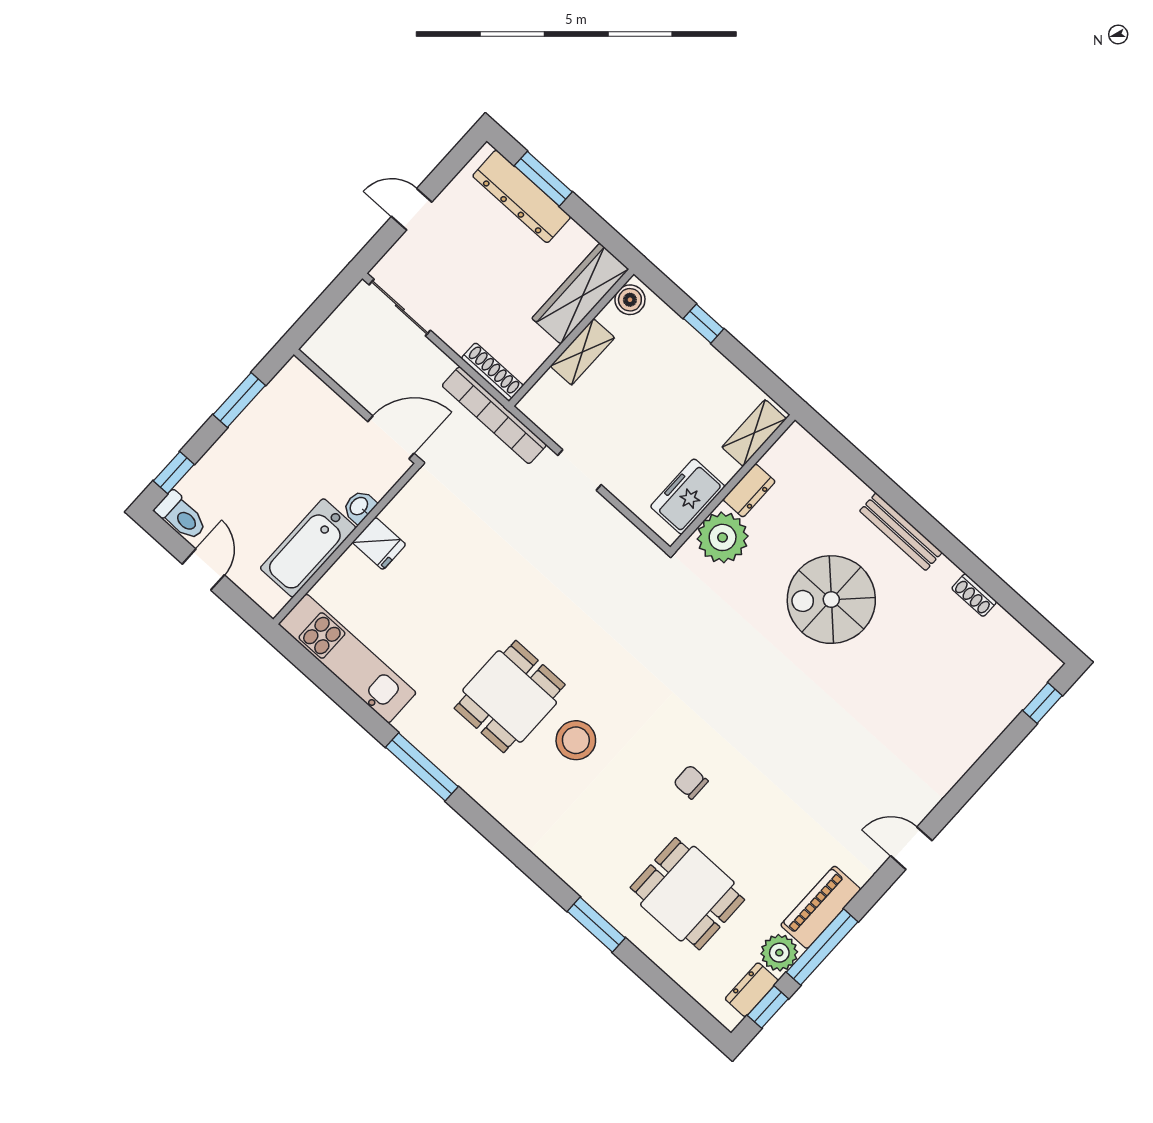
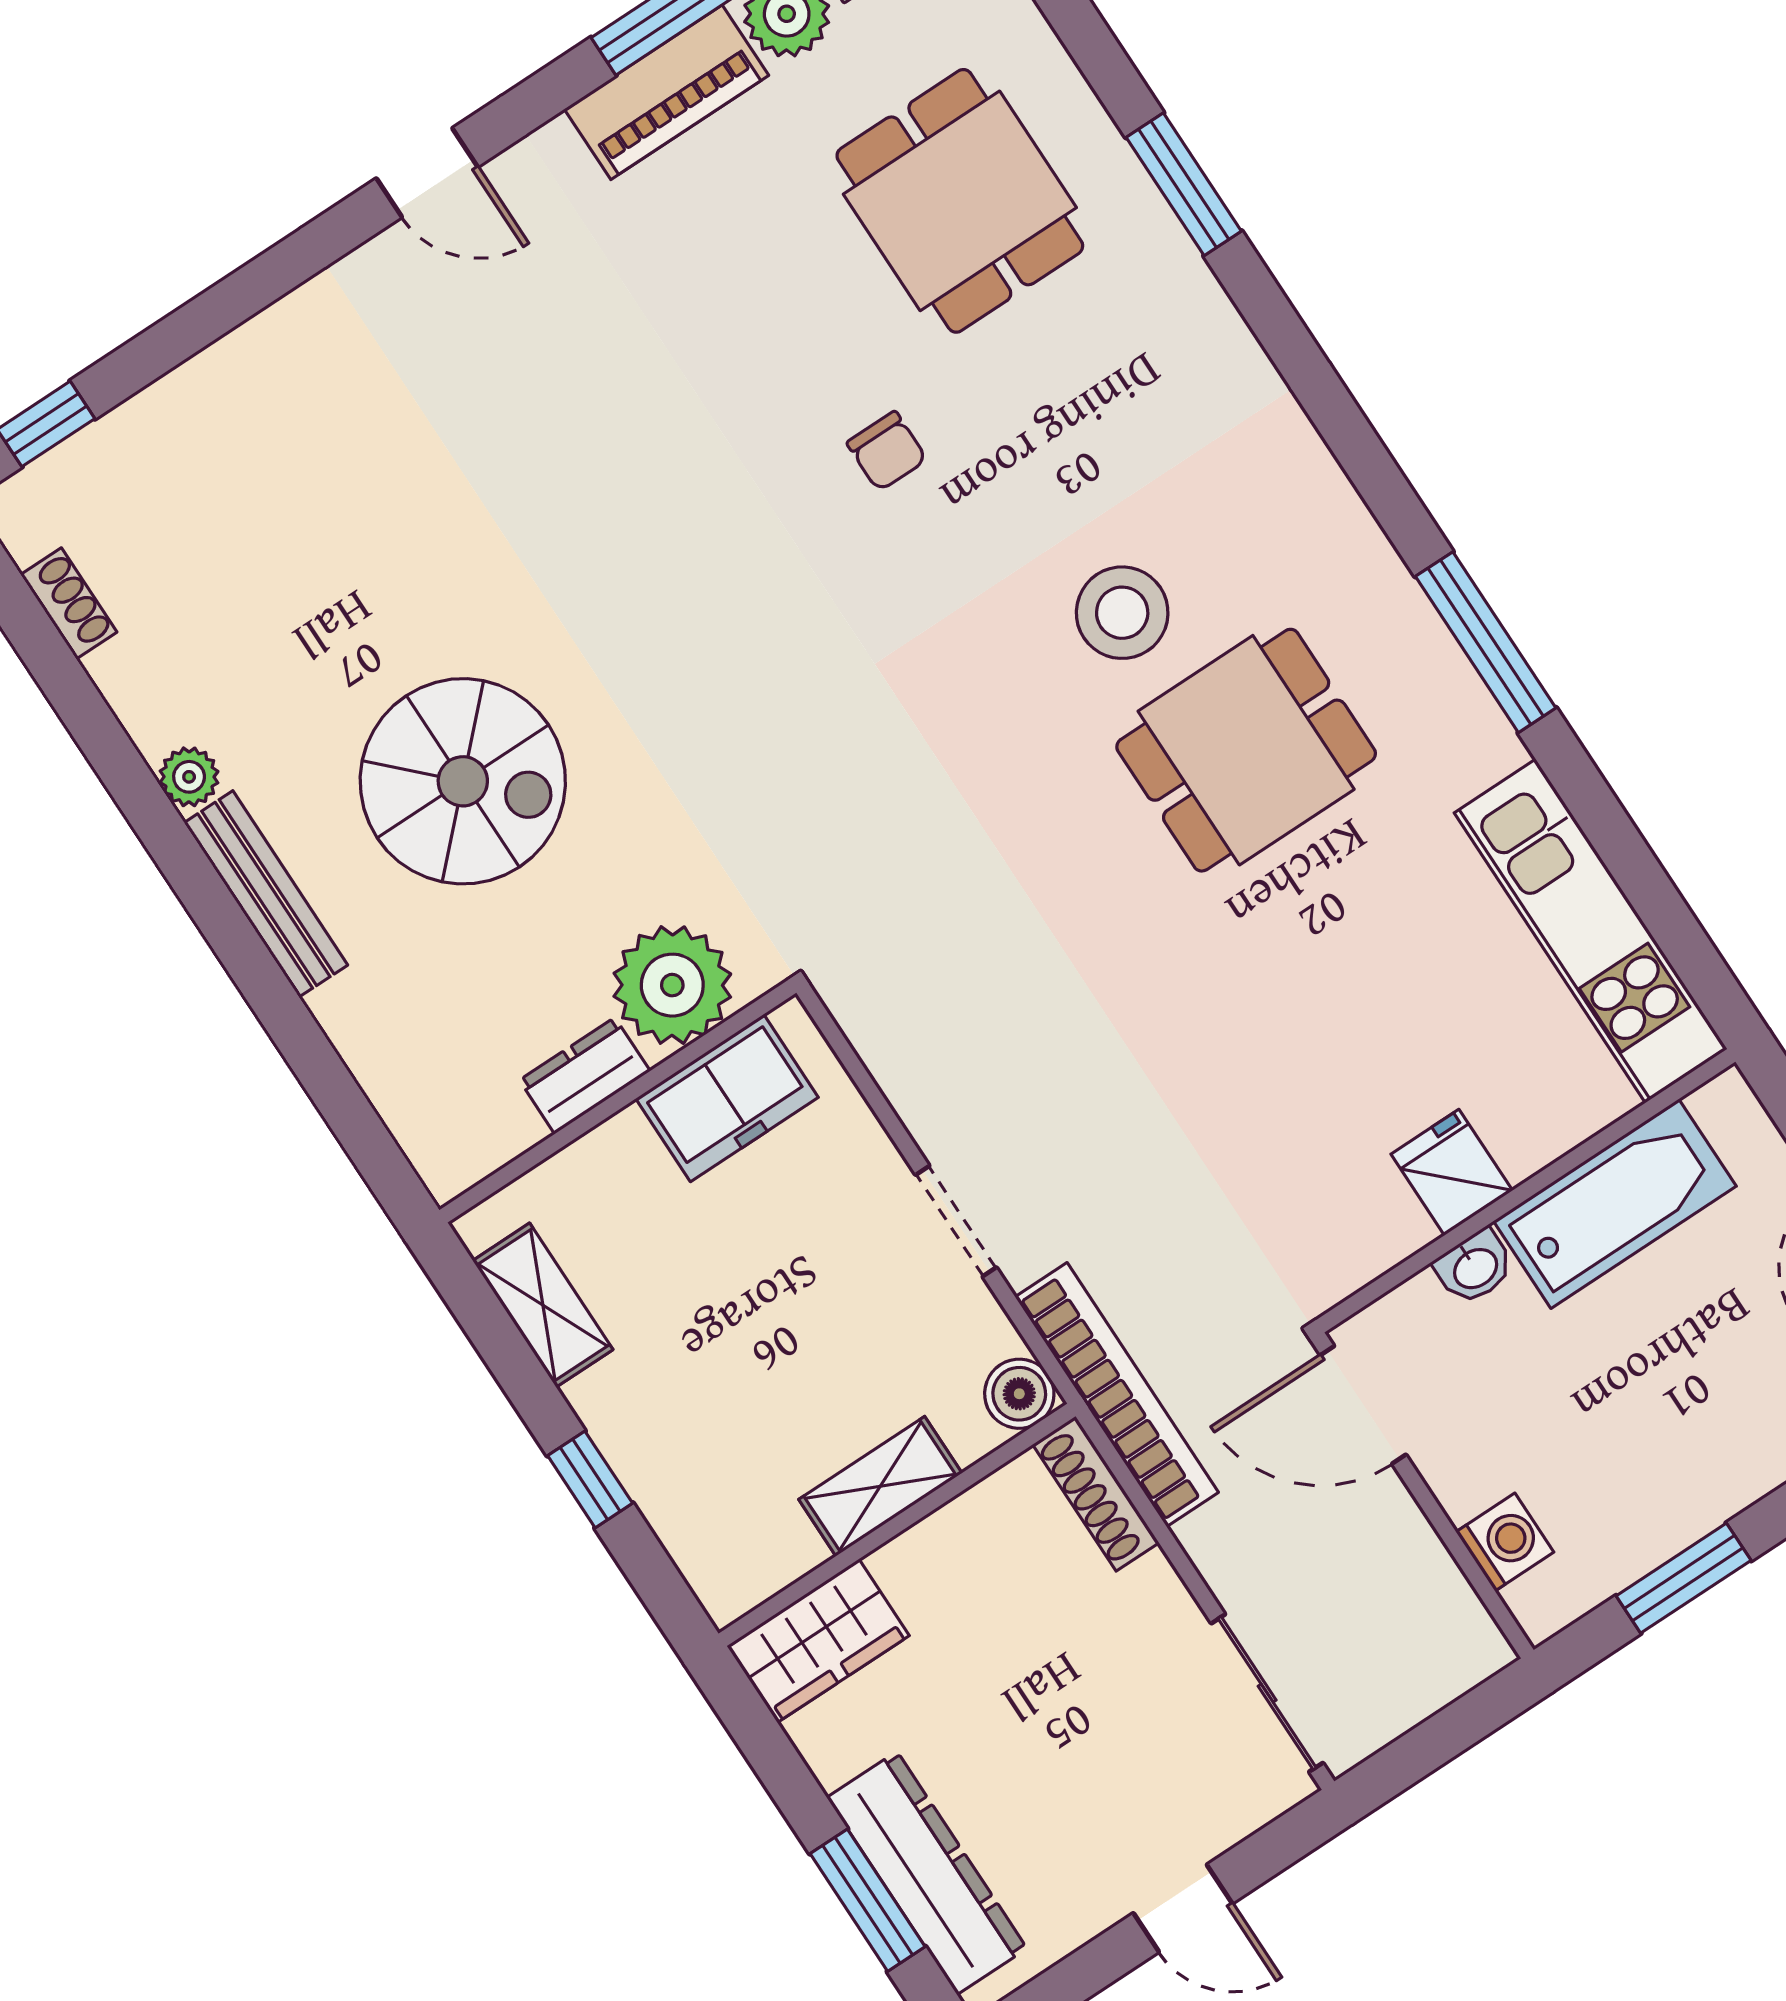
wardrobe: (580, 294) -> (818, 1641), width x0.67
boiler: (630, 300) -> (1019, 1394), moved
washing machine: (317, 396) -> (1505, 1542), added
shelving: (754, 433) -> (543, 1305), moved, turned 90
plant: (945, 572) -> (189, 777), added
shoe rack: (974, 595) -> (69, 603), moved

